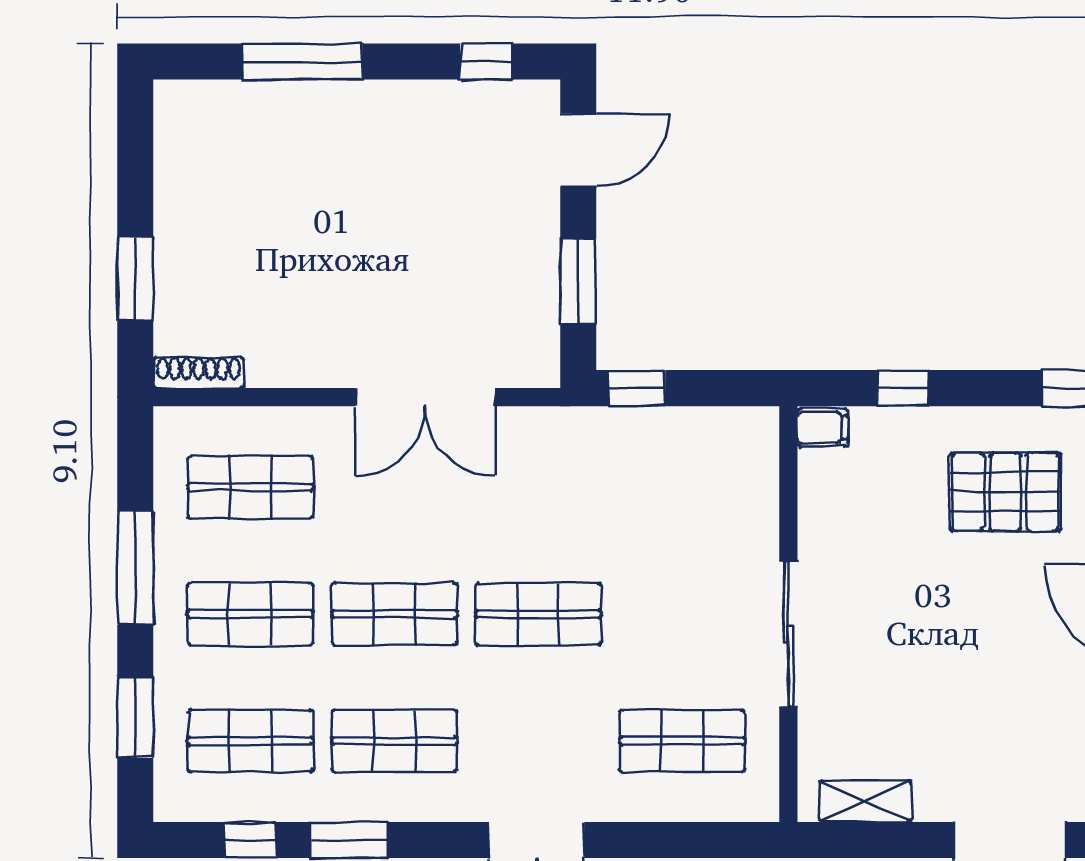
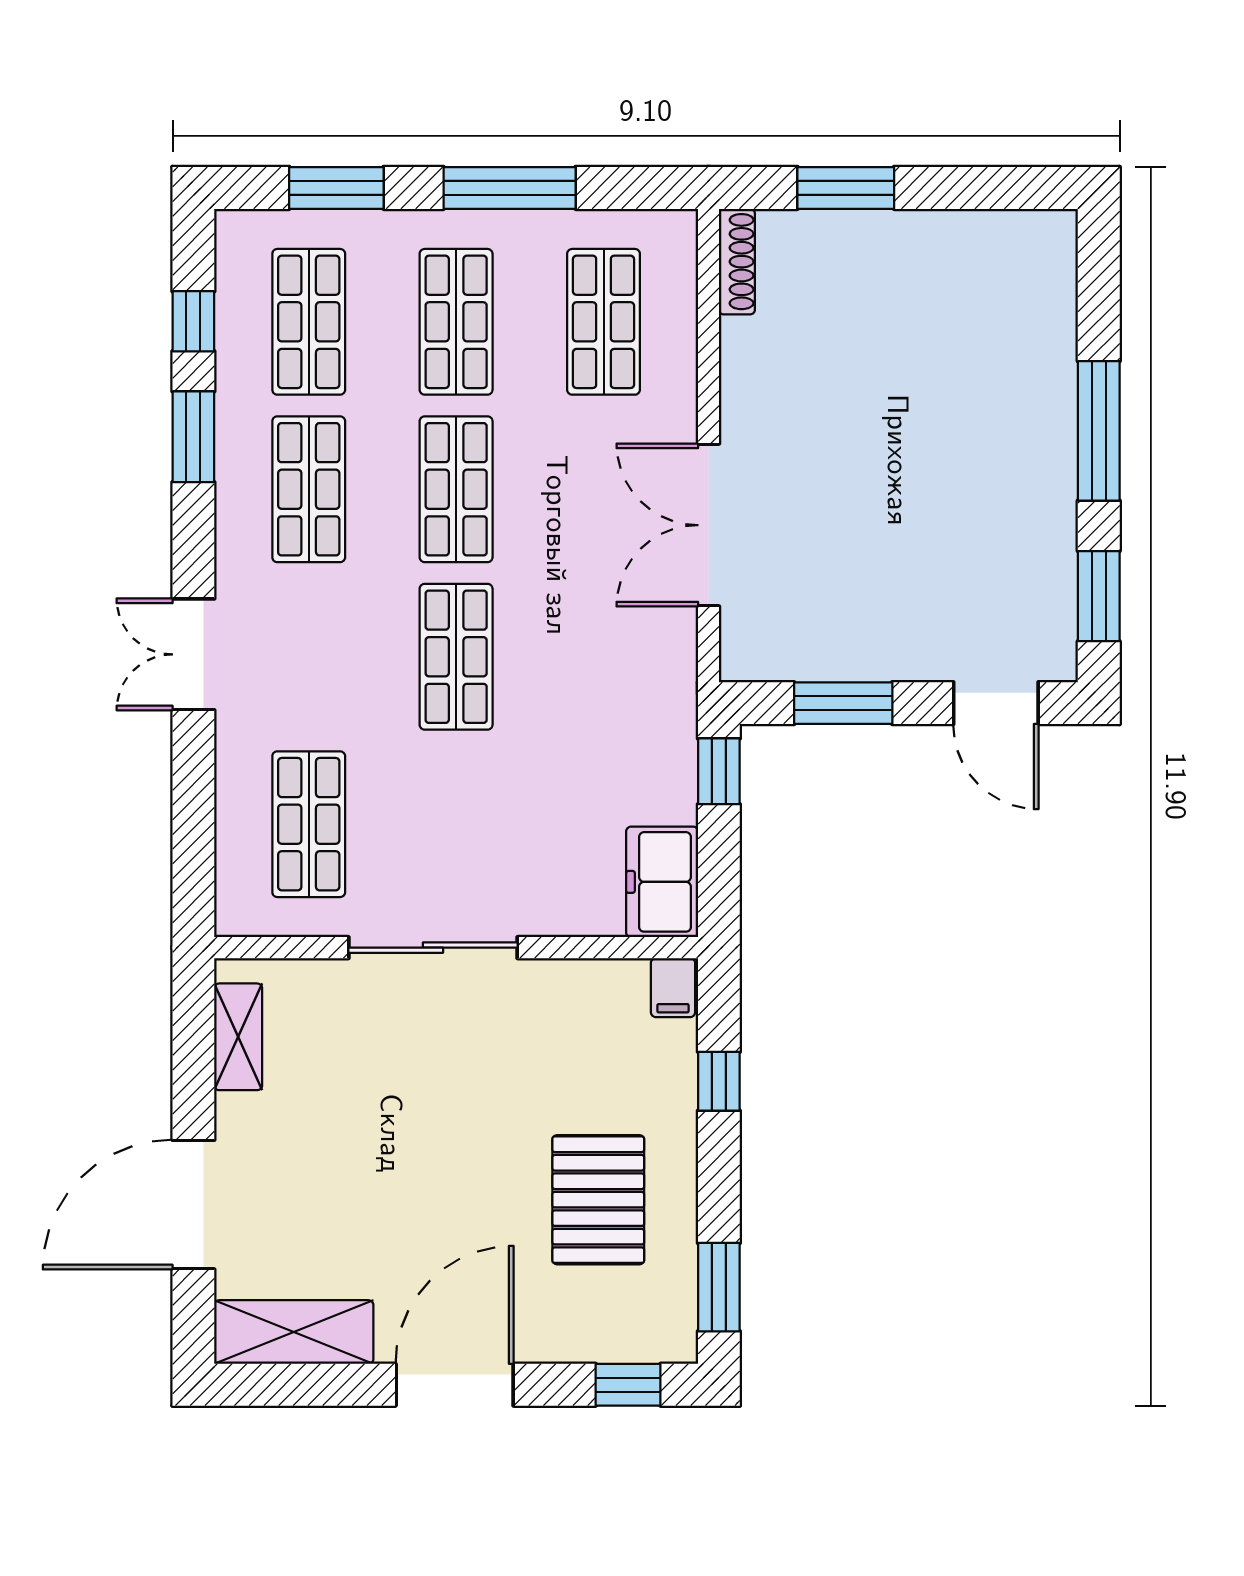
window: (302, 62) -> (1099, 431), moved
window: (486, 62) -> (1099, 596), width x1.50
freezer: (732, 437) -> (662, 882), added

